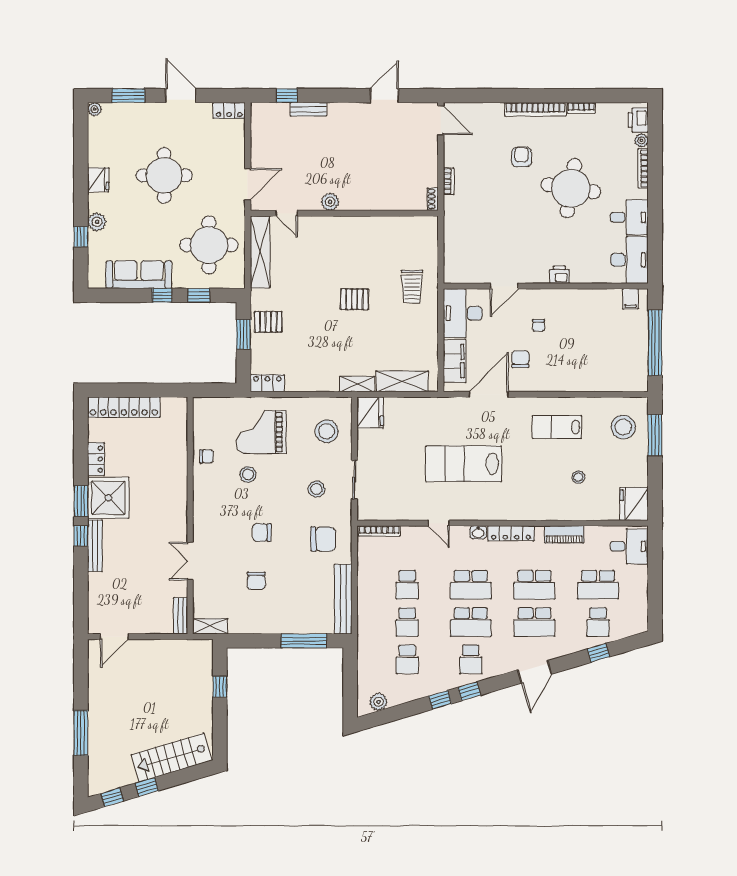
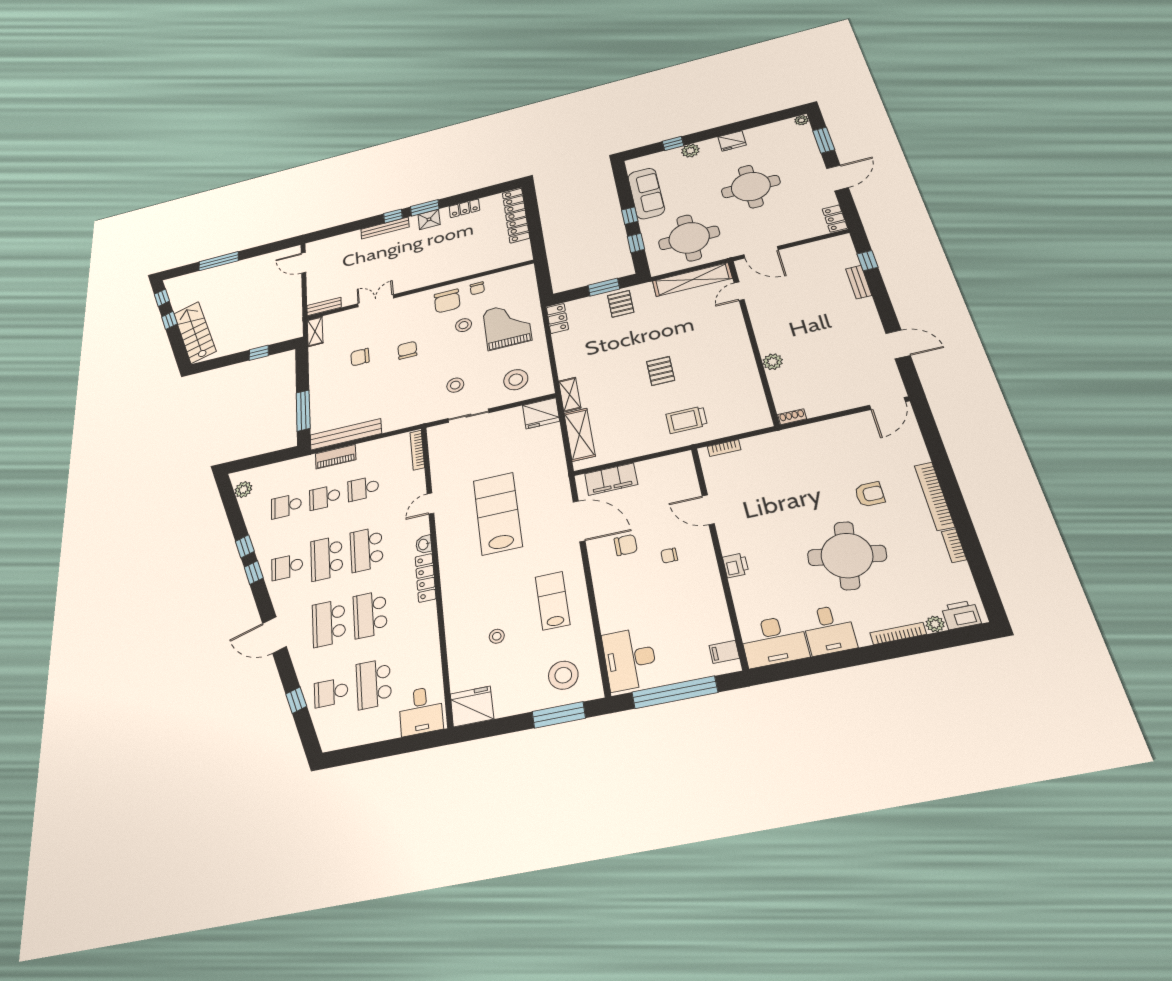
bookcase: (449, 181) -> (724, 448), moved
plant: (330, 202) -> (773, 362), moved
desk: (463, 313) -> (630, 659), moved, turned -90
shower: (108, 498) -> (429, 219), width x0.54, depth x0.54
piano: (564, 534) -> (336, 457), moved, turned -90
chair: (323, 539) -> (447, 301), moved

